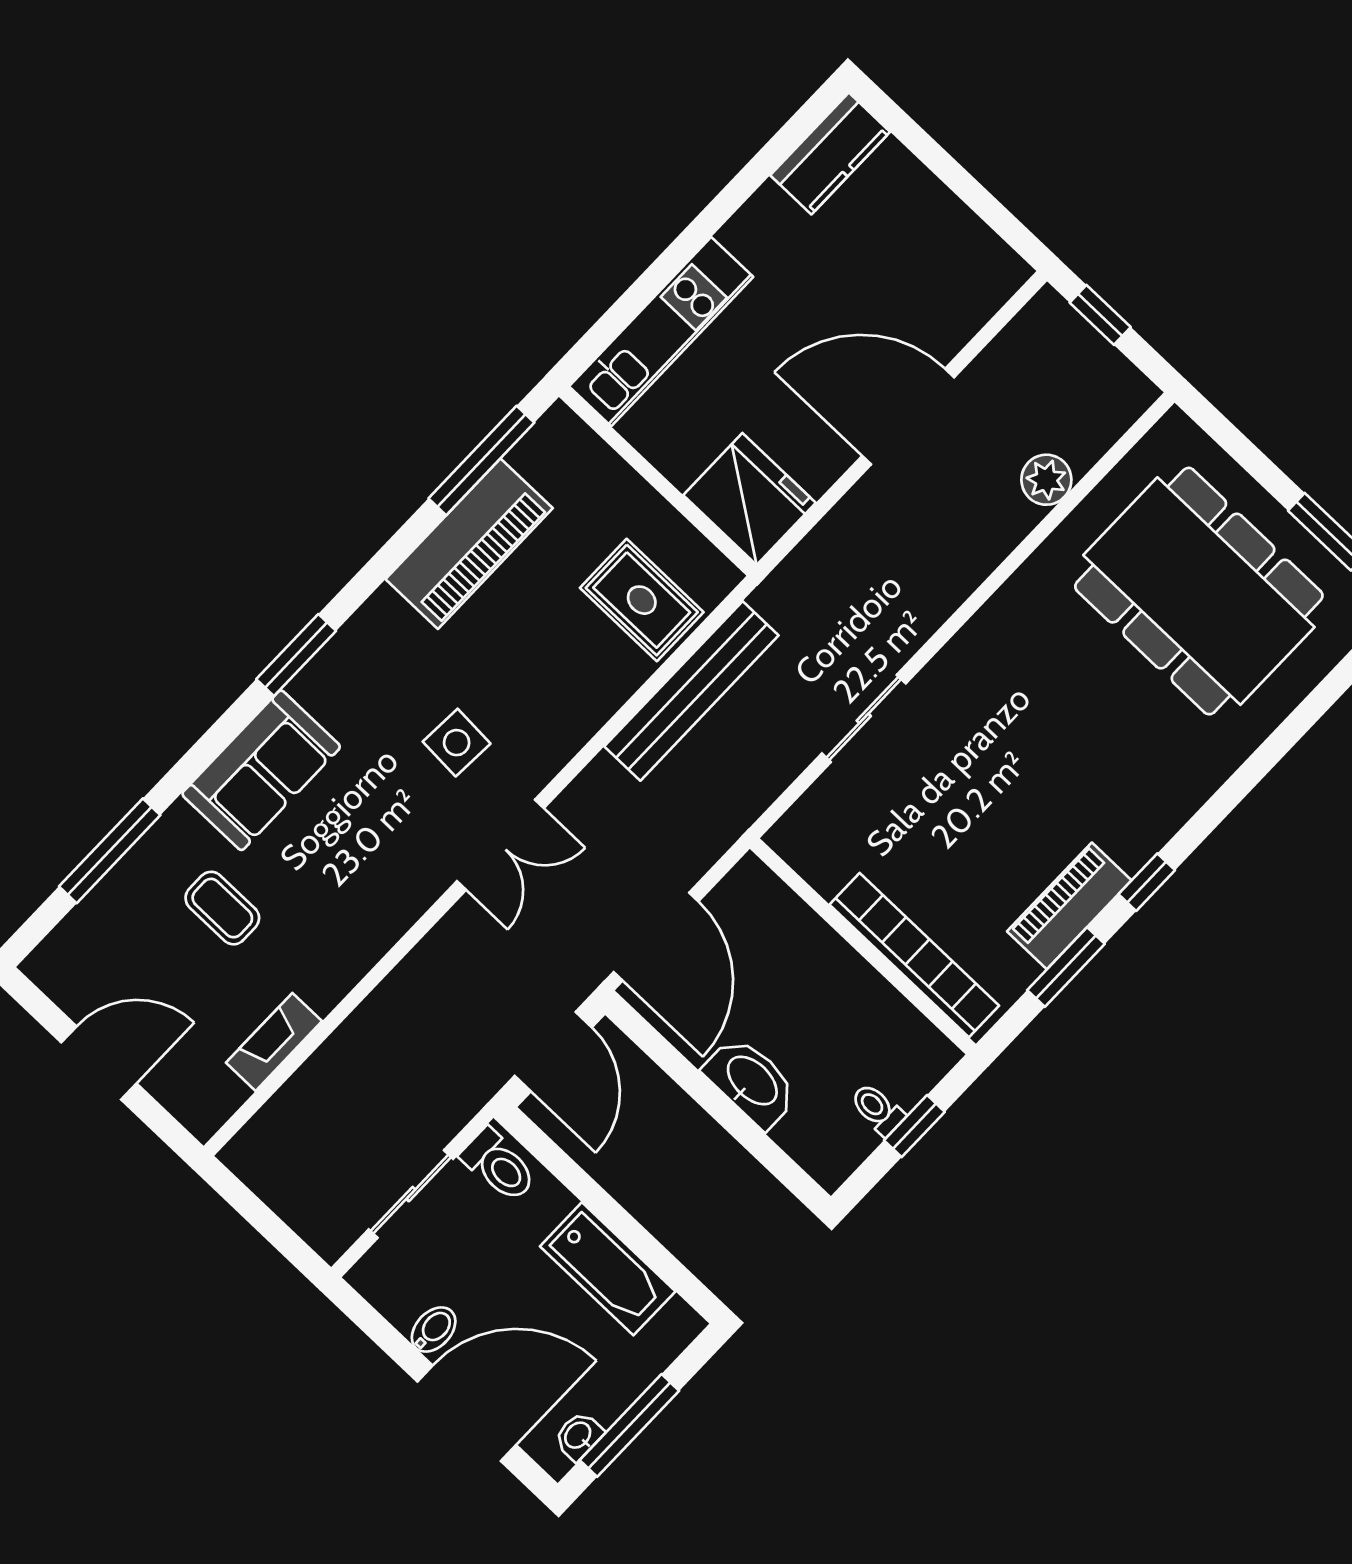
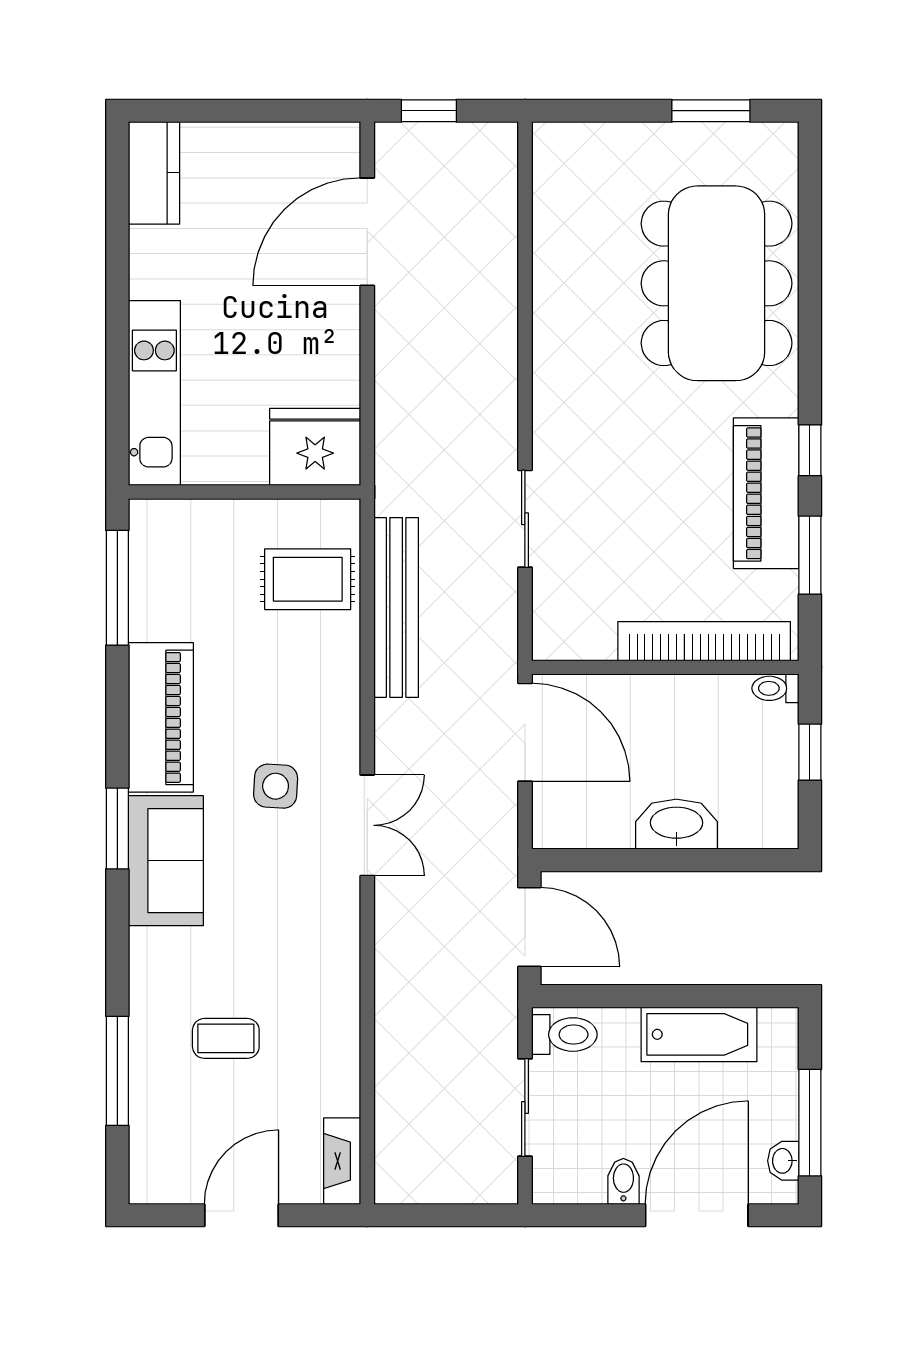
door: (908, 417) -> (367, 232), moved
plant: (1046, 480) -> (496, 251), removed
piano: (469, 544) -> (161, 717), moved
dining table: (1199, 591) -> (717, 283), moved, turned 90
sofa: (261, 770) -> (166, 861), moved
piano: (1069, 906) -> (766, 493), width x1.37, depth x1.33
door: (656, 937) -> (525, 732), moved
fireplace: (274, 1042) -> (342, 1161), moved
toilet: (877, 1109) -> (775, 688), moved

